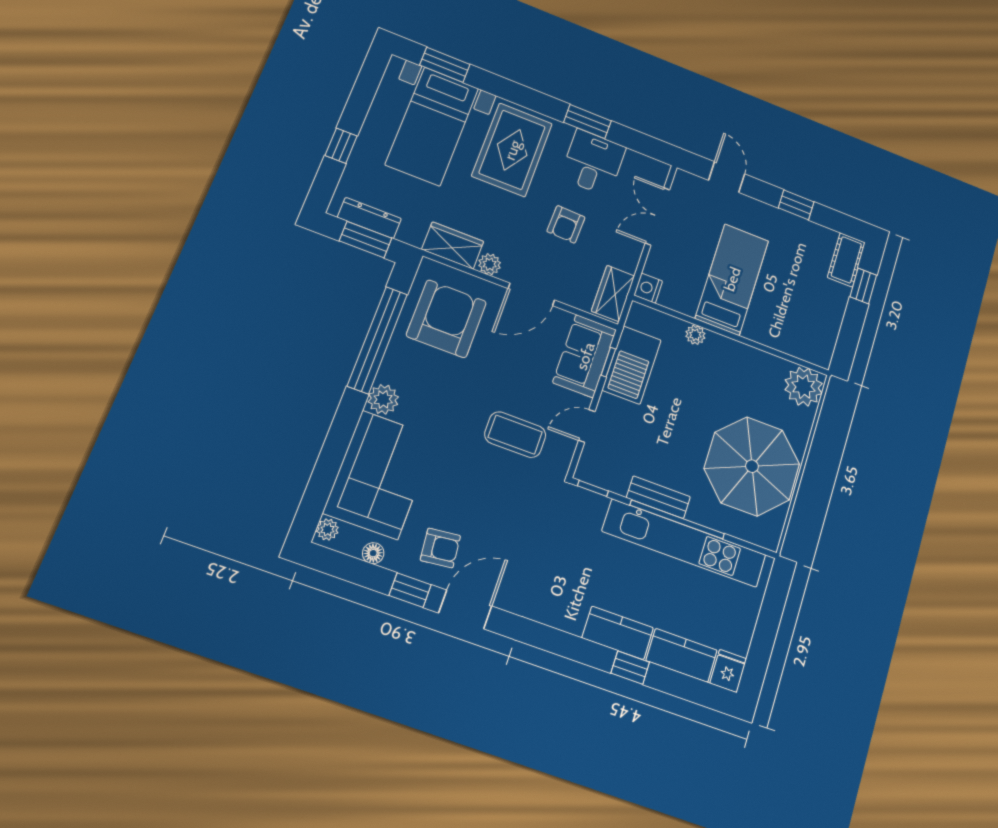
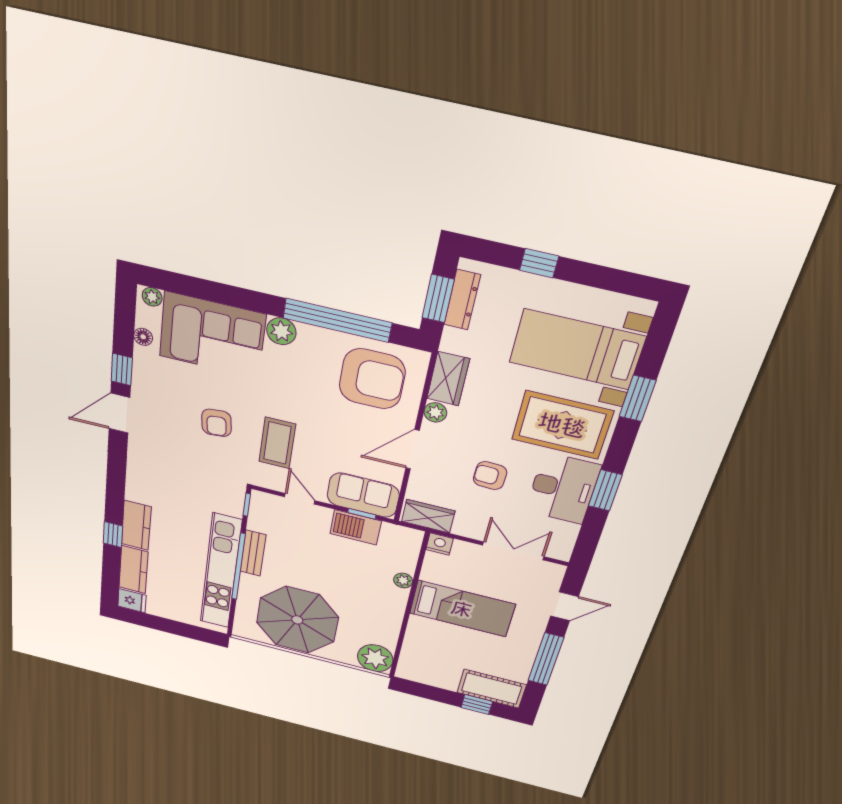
window: (445, 65) -> (637, 399), moved
desk: (593, 162) -> (563, 488), width x1.37
window: (796, 205) -> (546, 659), width x2.17
cot: (846, 260) -> (492, 689), width x1.37, depth x1.34
door: (531, 294) -> (413, 449), hinge flipped
barbecue: (632, 365) -> (356, 527), width x0.73, depth x0.83
armchair: (440, 548) -> (216, 423), moved
door: (465, 610) -> (119, 413), swing flipped

